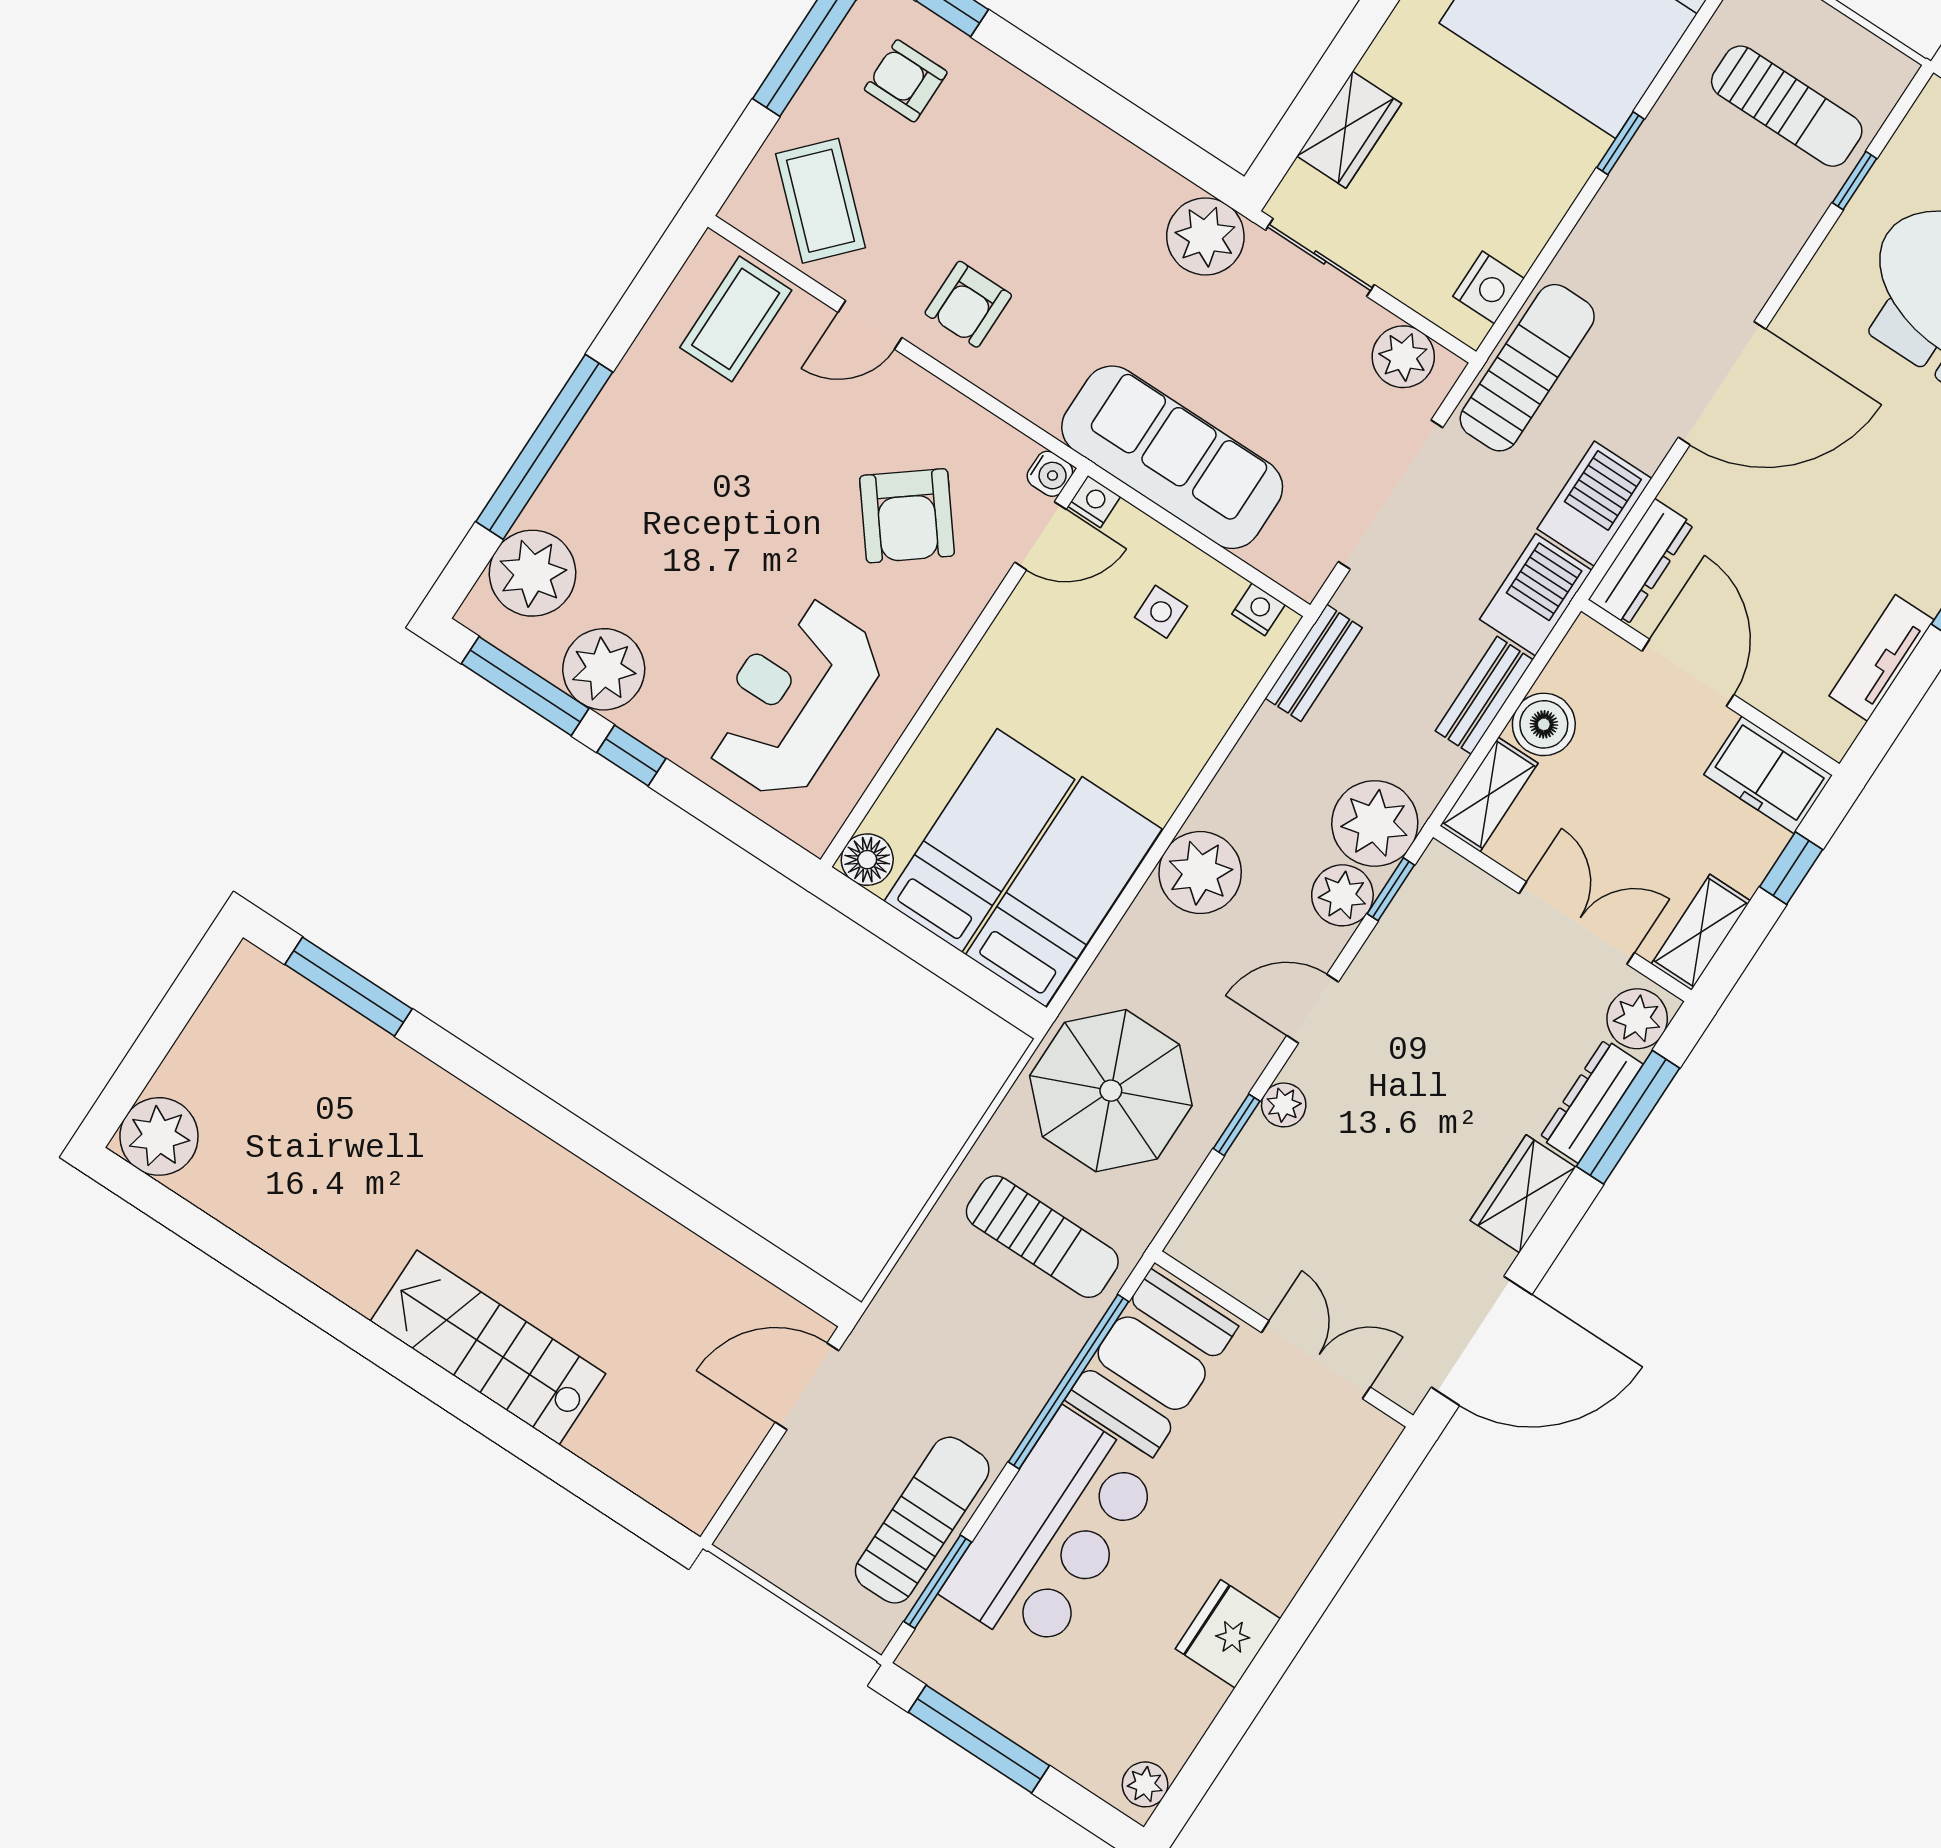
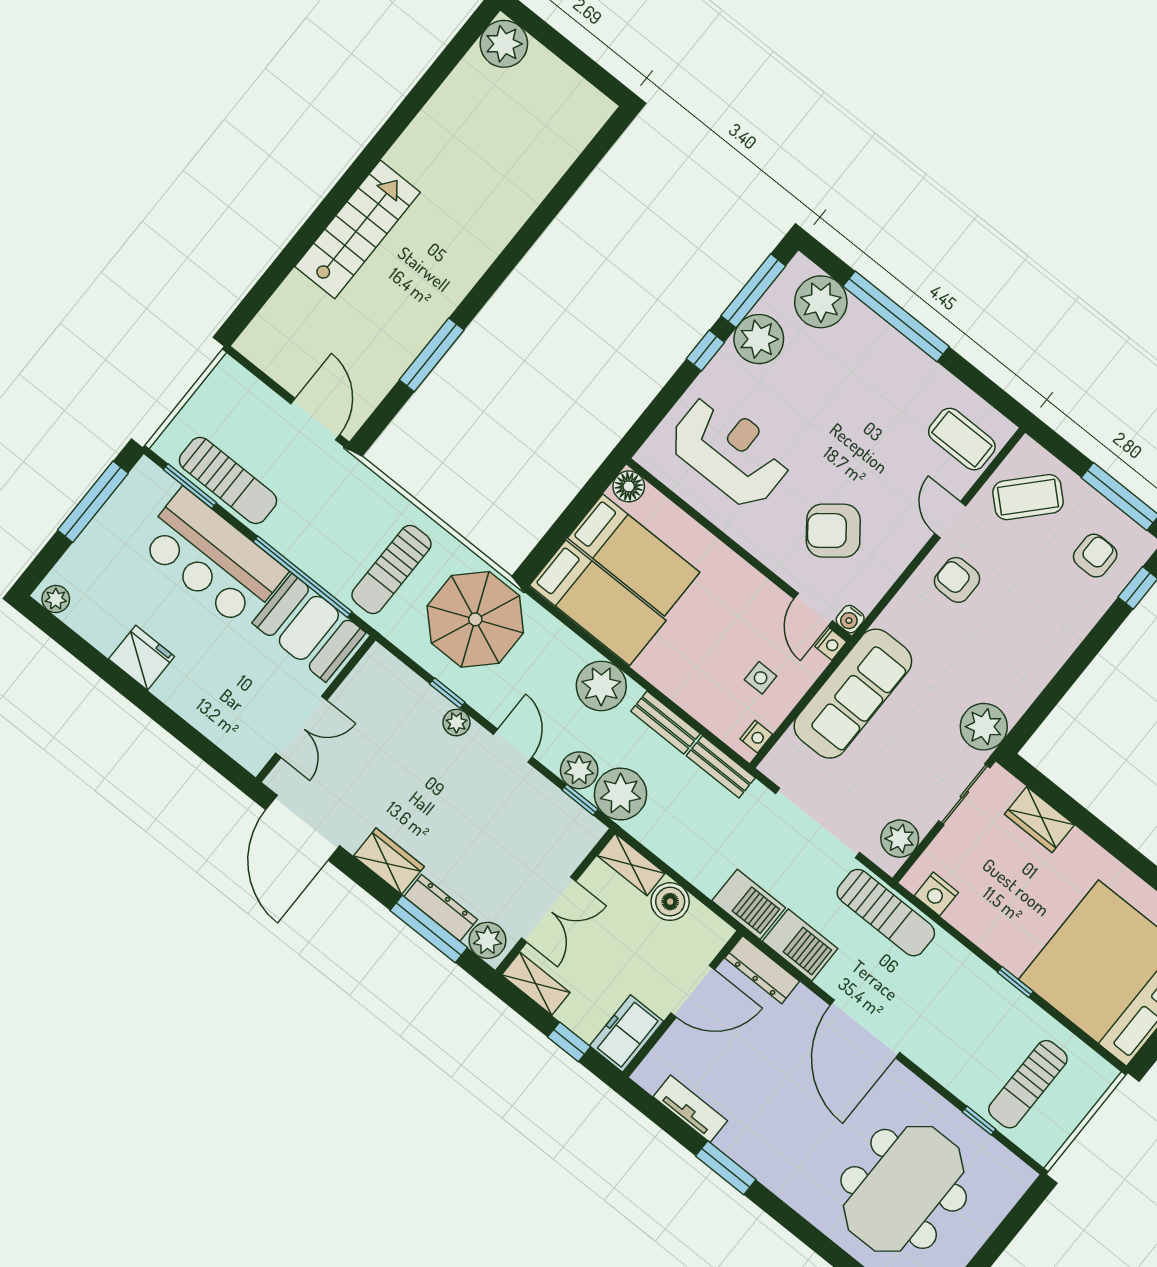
bench: (1484, 695) -> (665, 722), moved
window: (349, 987) -> (432, 355), moved

